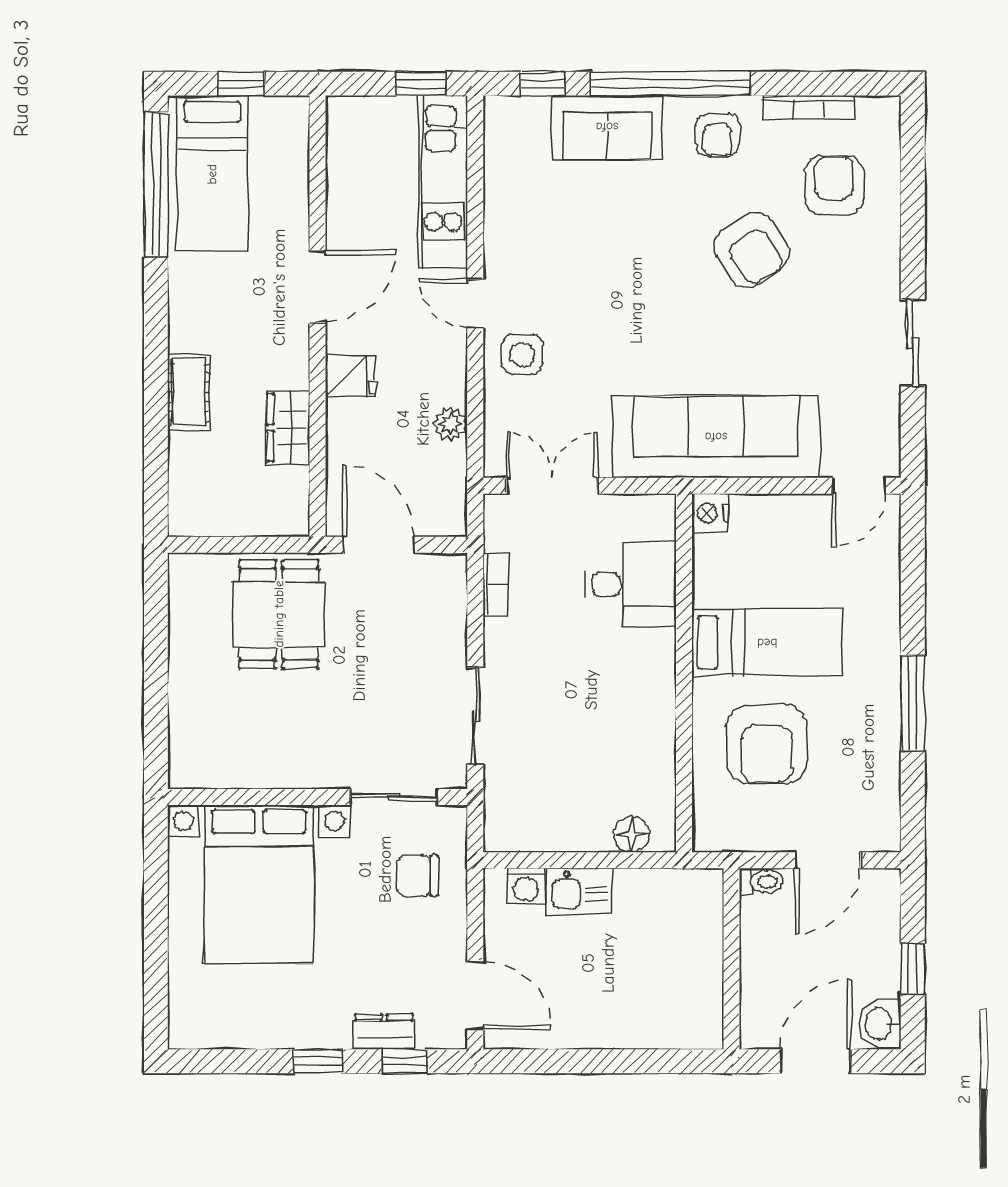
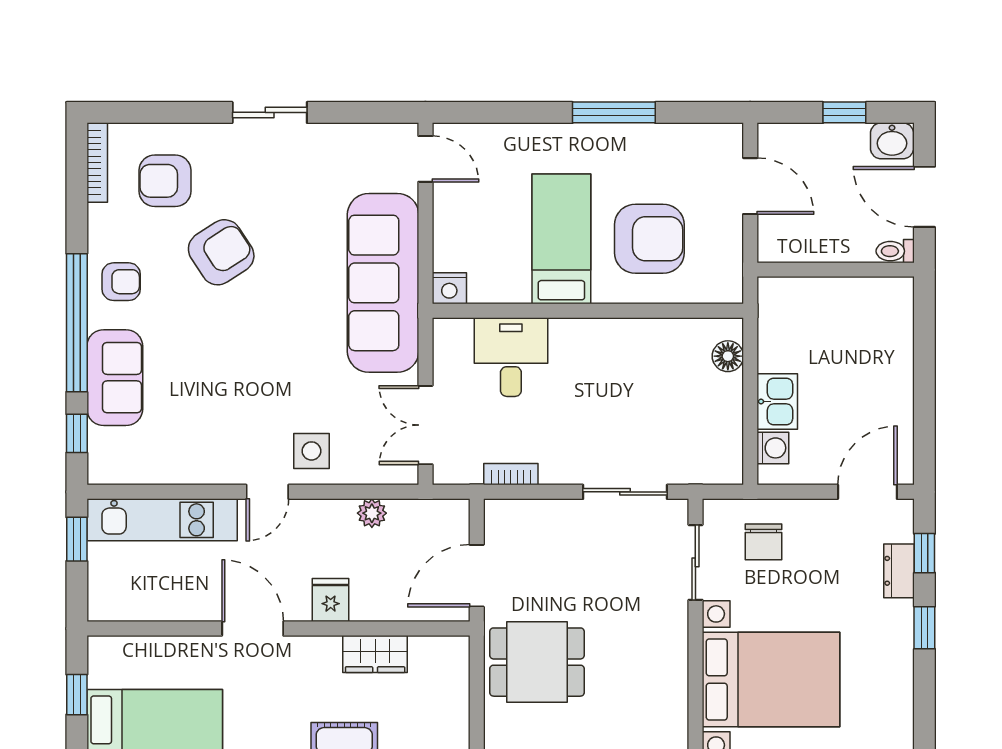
bookcase: (808, 107) -> (97, 162), moved
sliding door: (913, 343) -> (270, 112), moved
toilet: (761, 882) -> (895, 251), moved, turned -90

